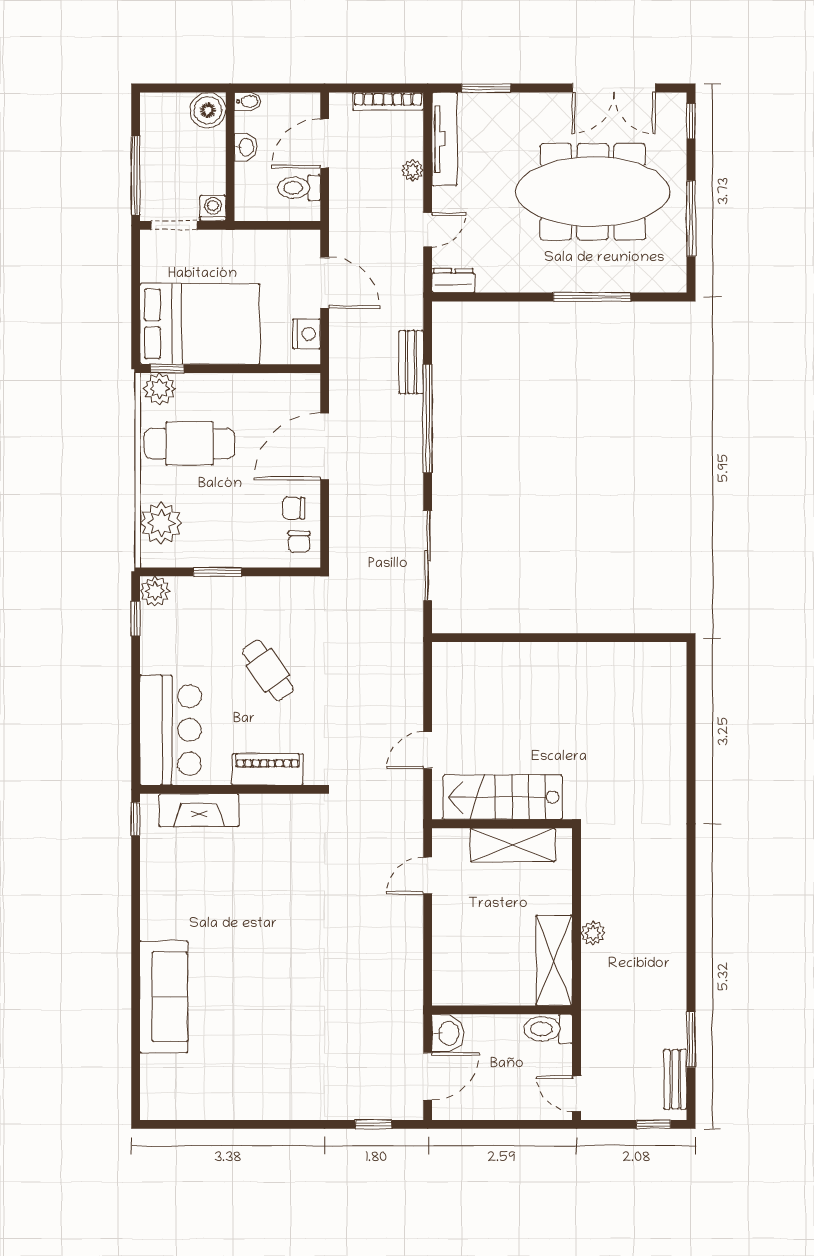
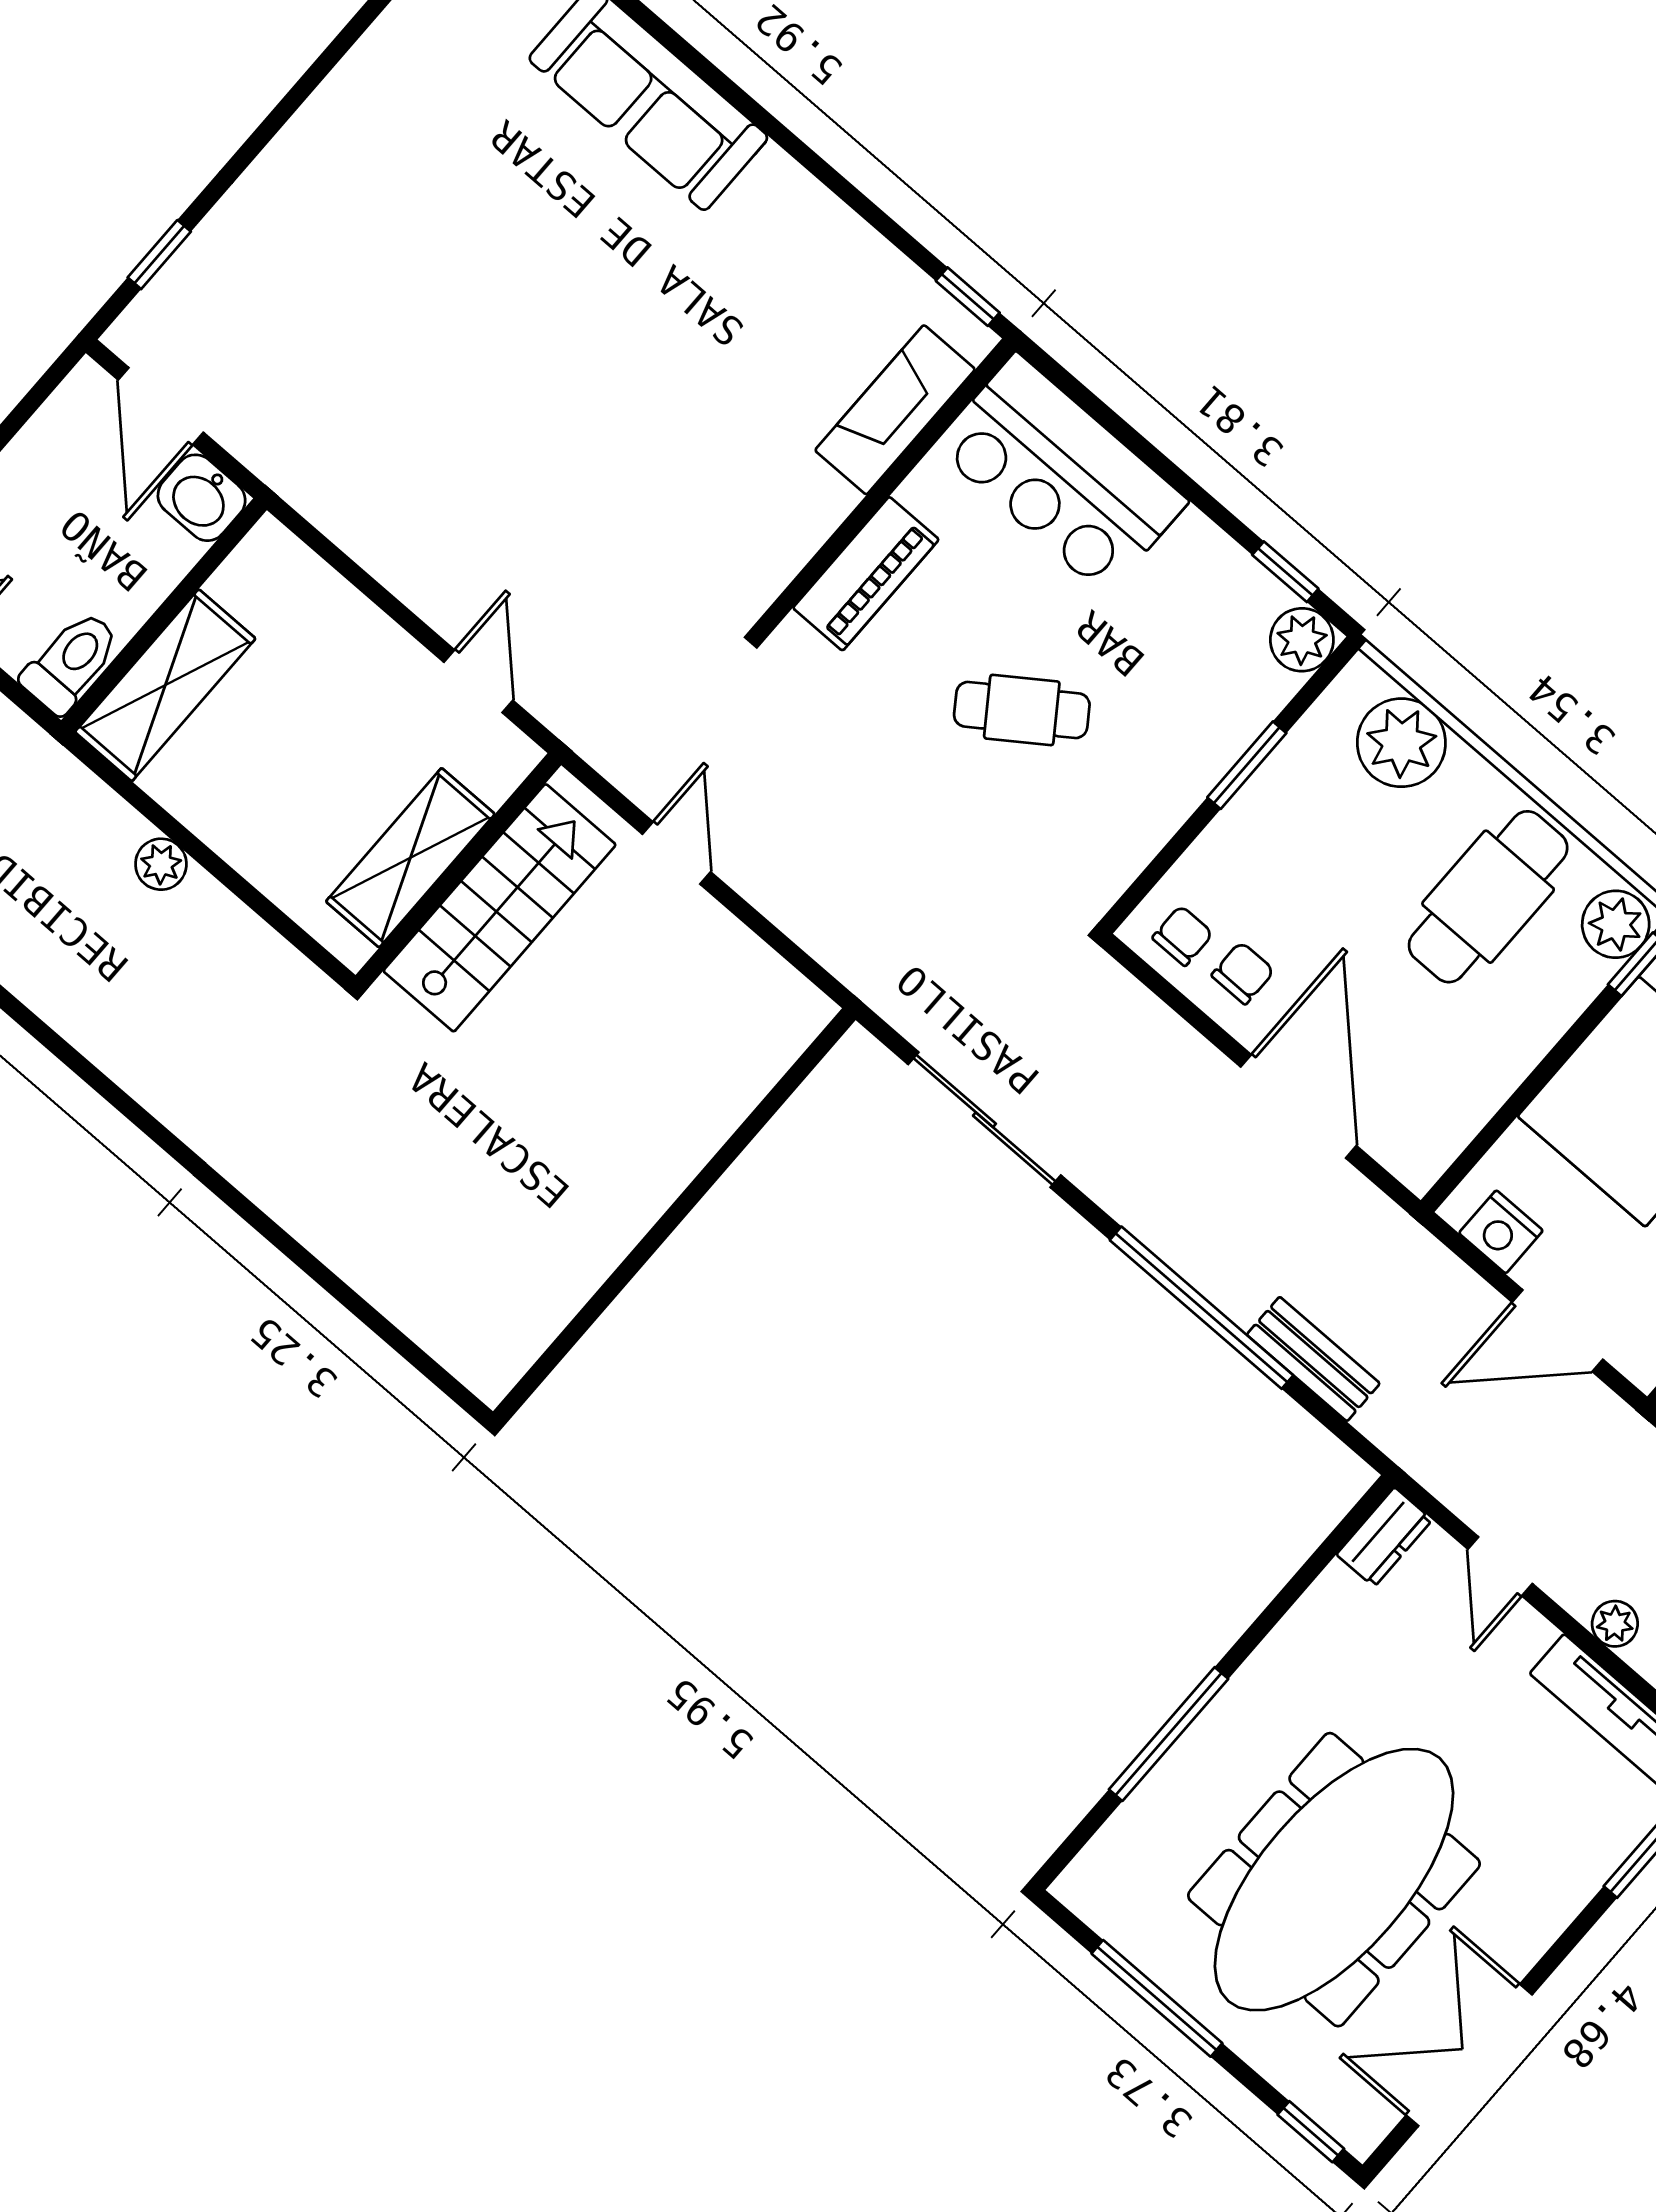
chair: (299, 542) -> (1183, 936), turned 90
shelving: (554, 960) -> (165, 685), moved, turned 90

